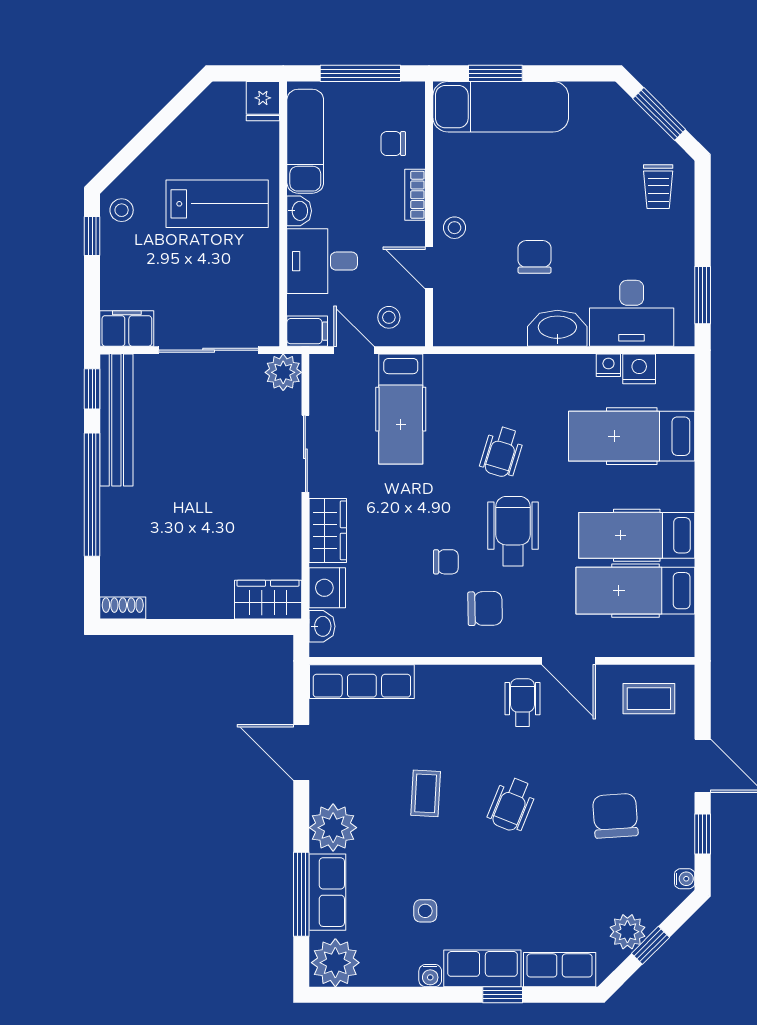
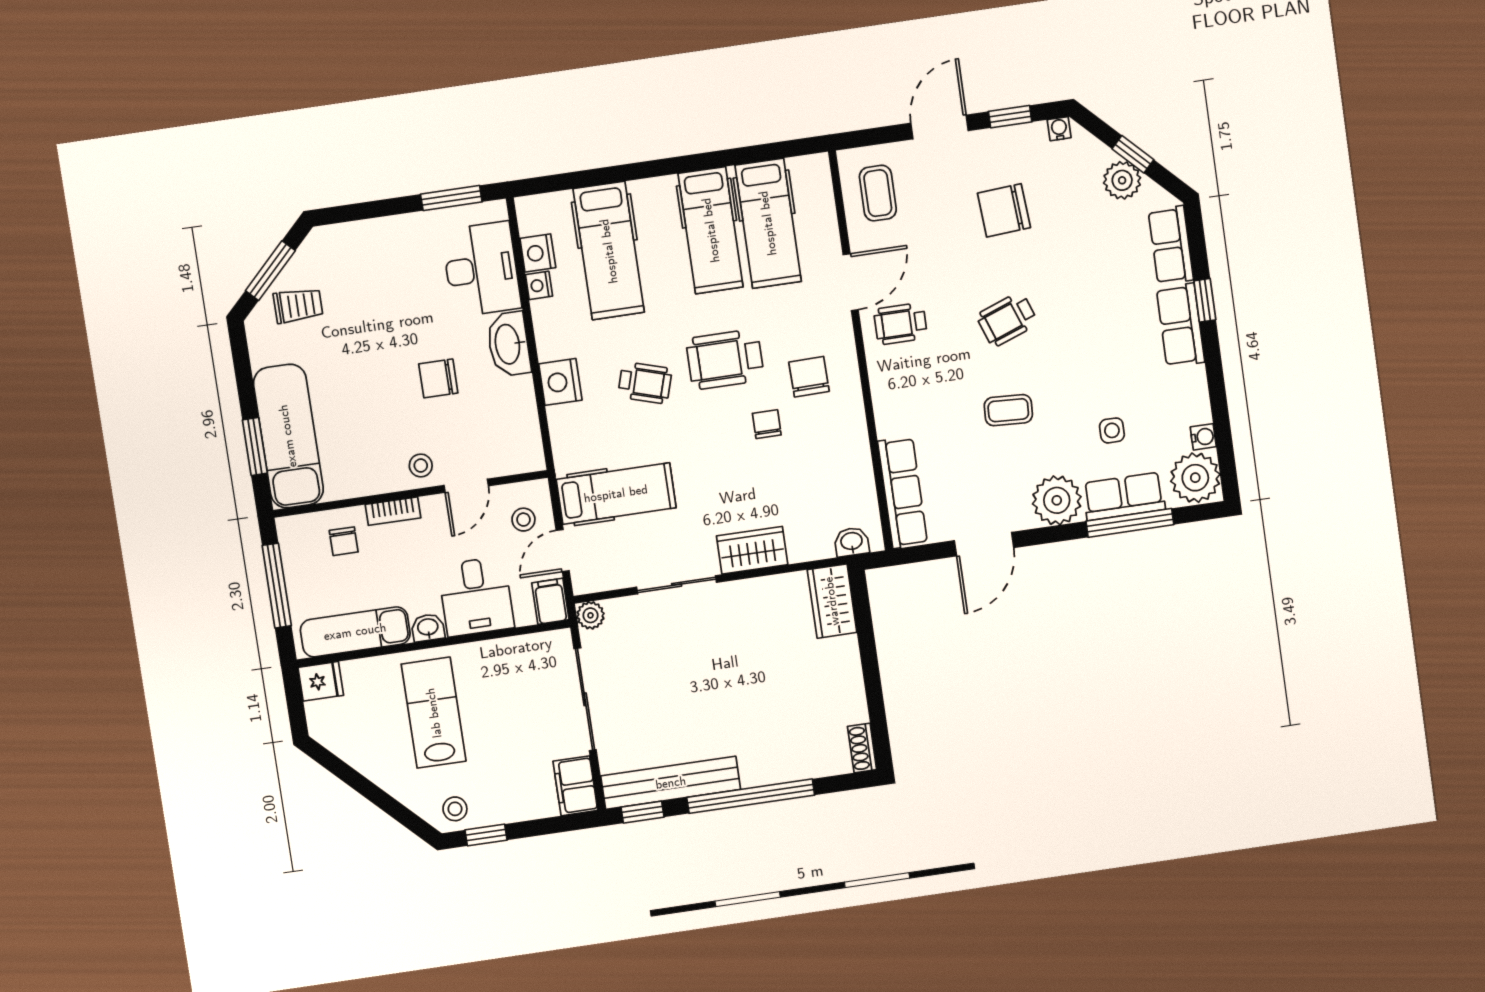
trolley: (658, 187) -> (298, 305), moved
plant: (283, 372) -> (590, 615), width x0.73, depth x0.73
nightstand: (327, 588) -> (560, 382), moved, turned 90
wheelchair: (512, 804) -> (1007, 319), turned 138
side table: (425, 911) -> (1112, 430), moved
water cooler: (430, 976) -> (1203, 437), moved

